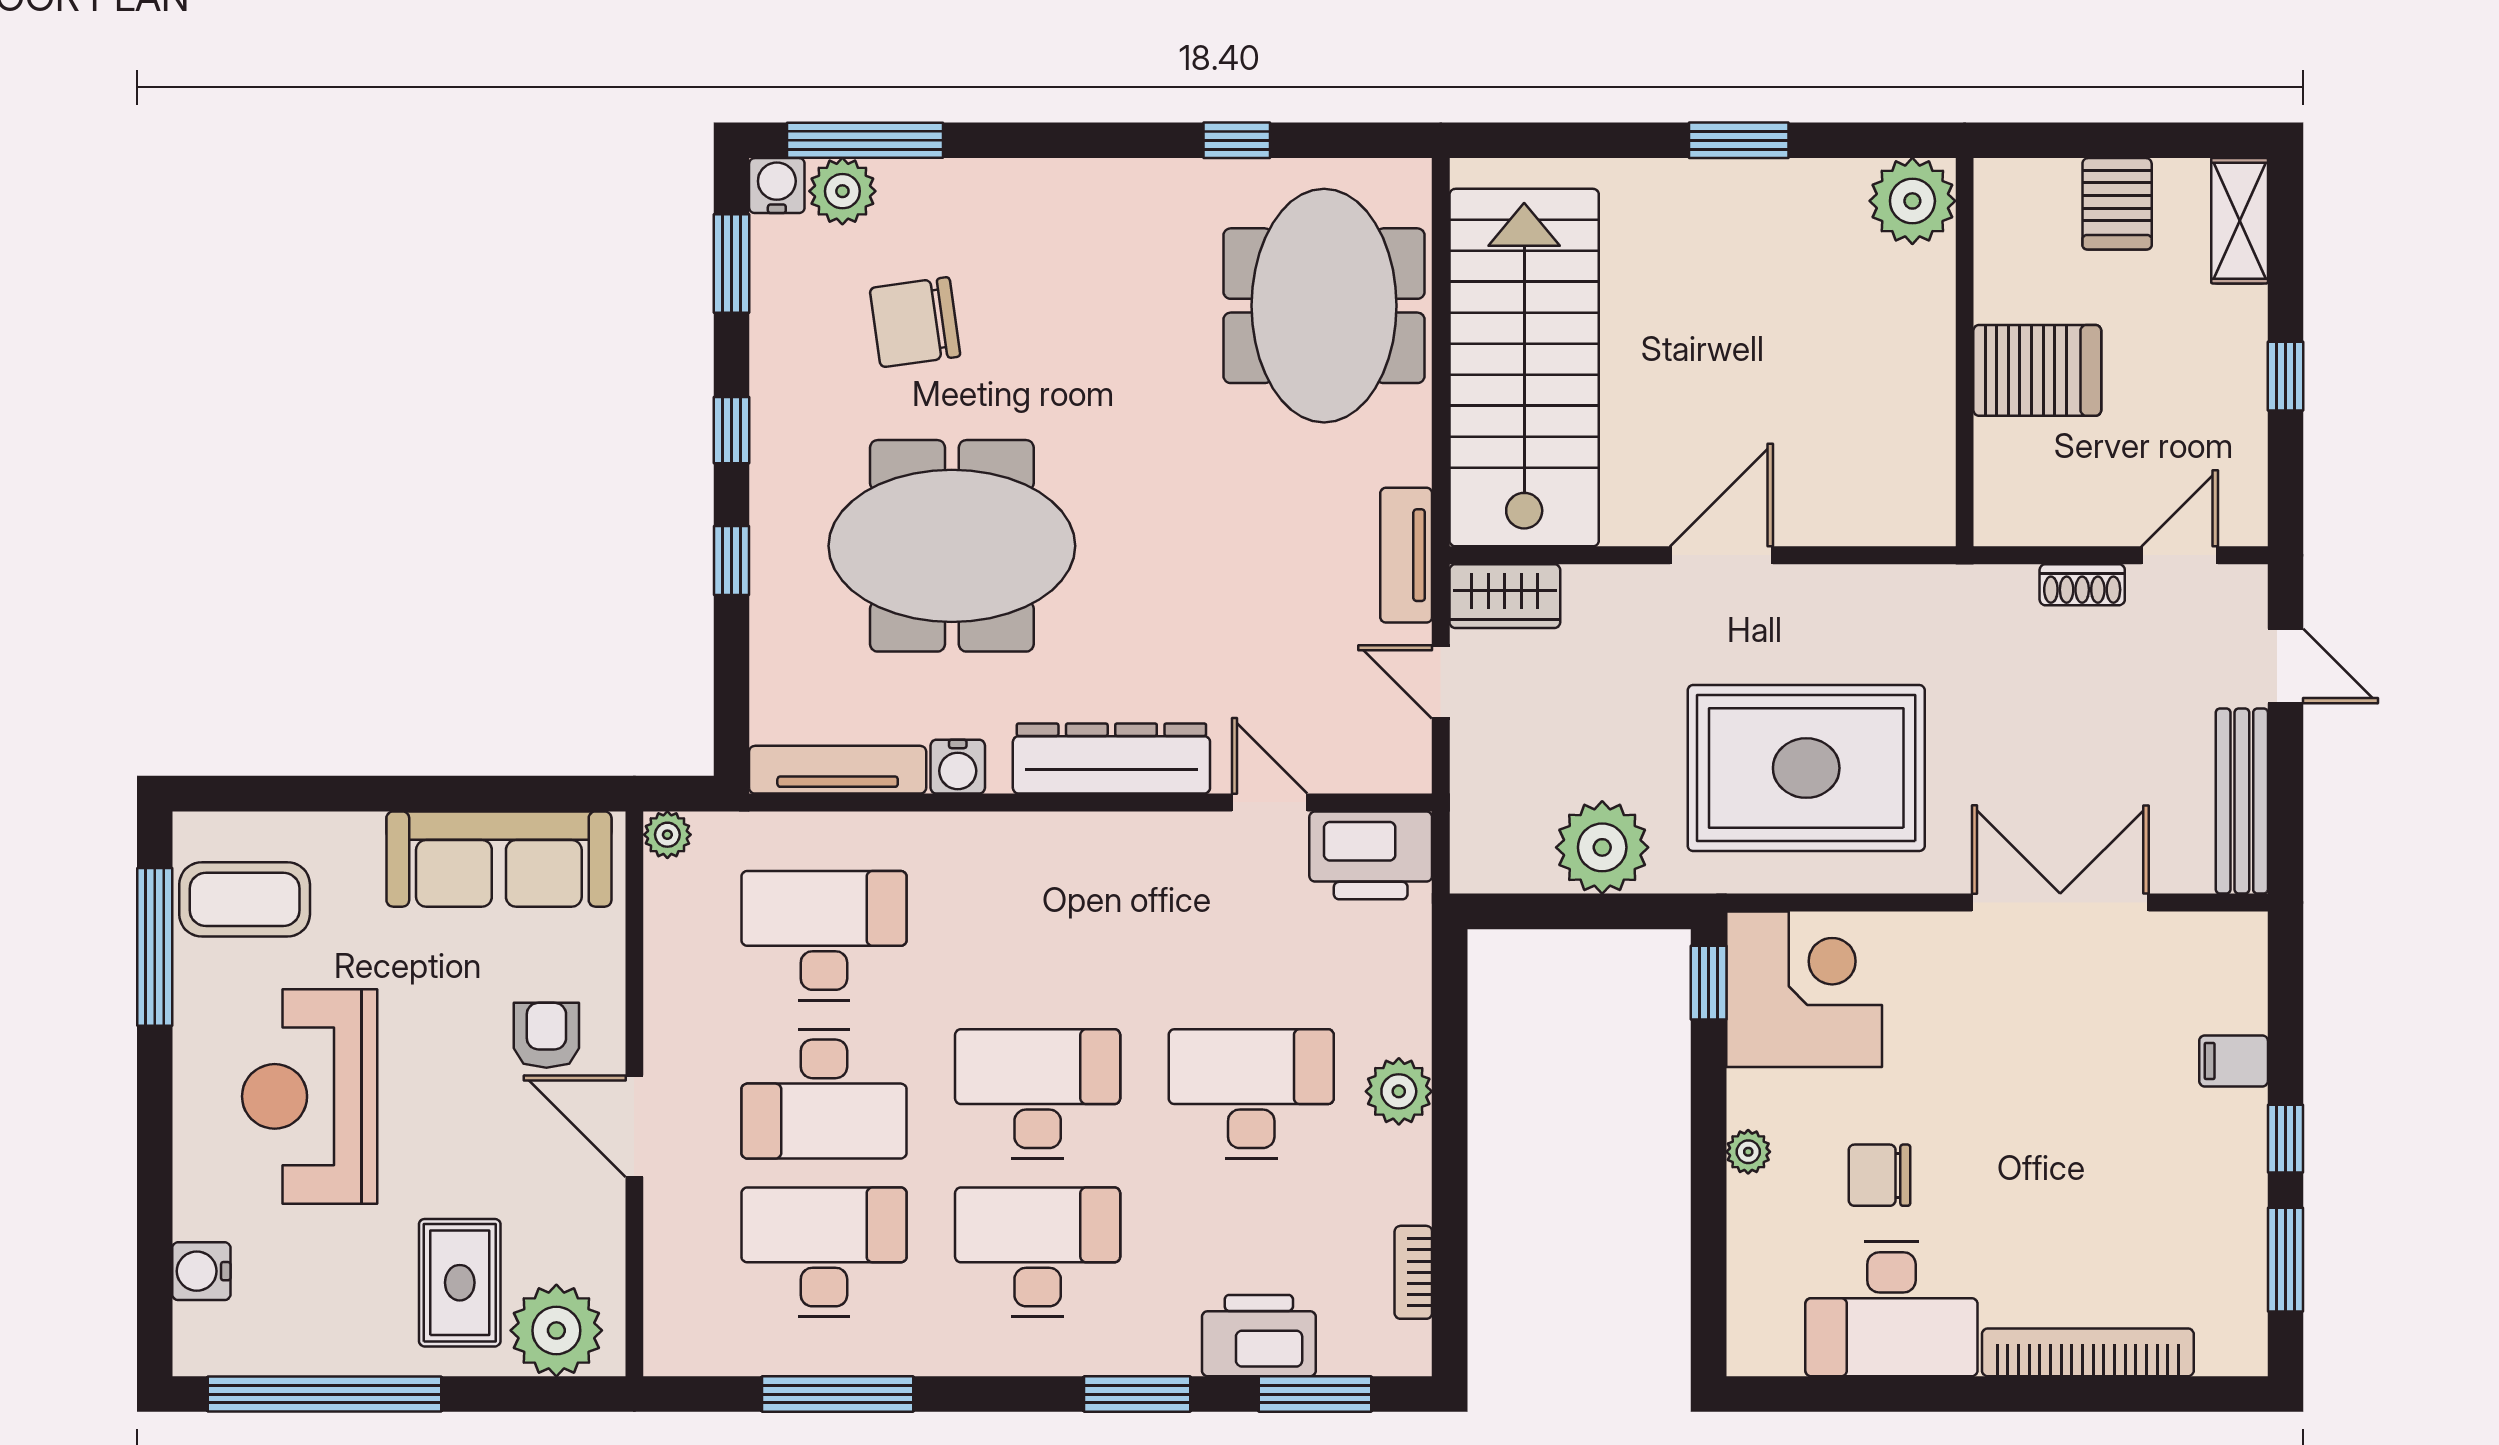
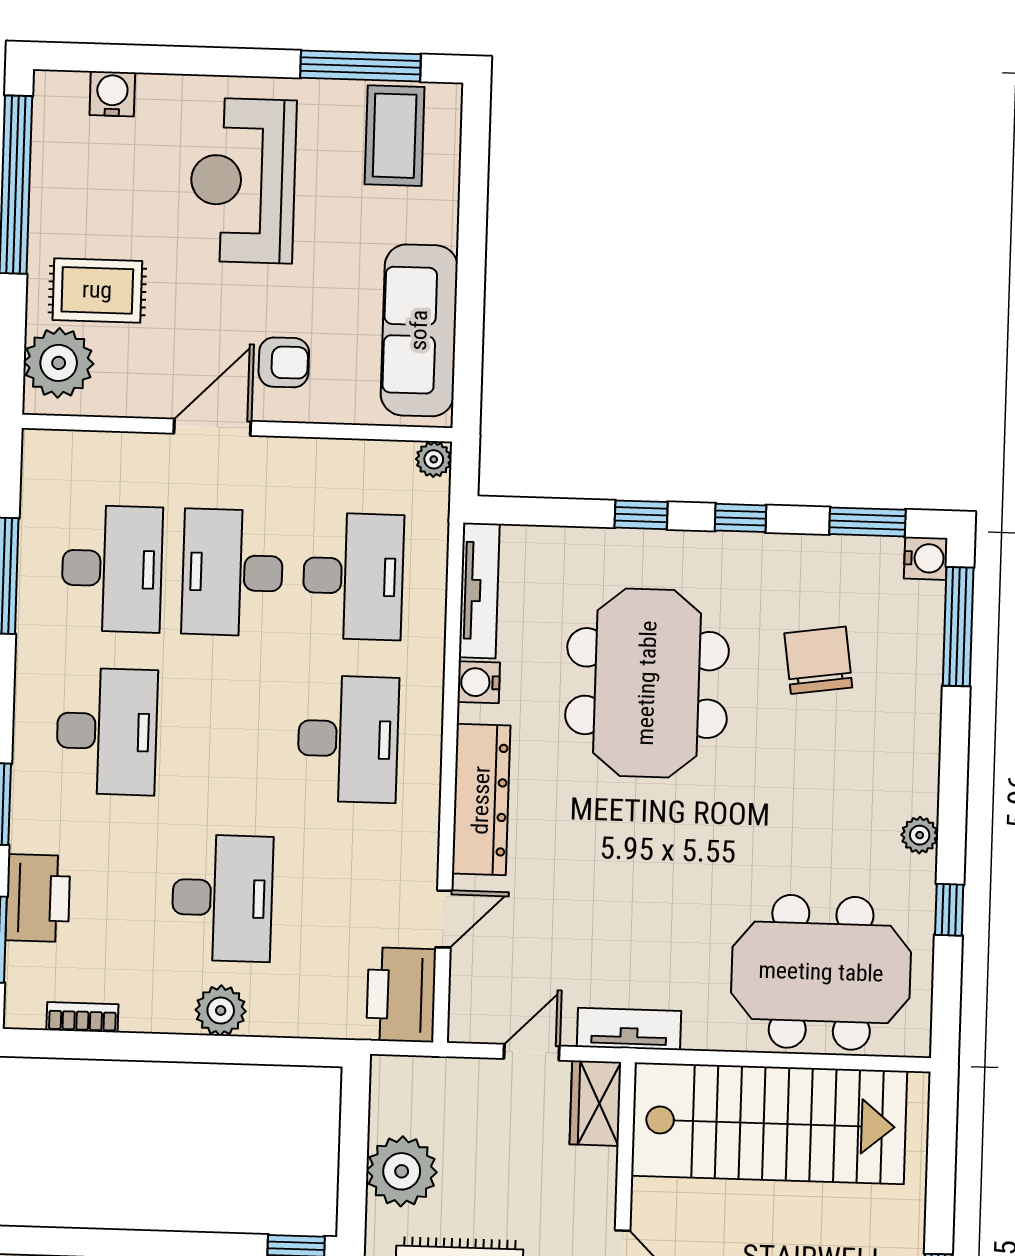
plant: (842, 191) -> (920, 835), moved, width x0.73, depth x0.73
desk: (1038, 1094) -> (348, 739), moved
reception desk: (310, 1096) -> (243, 181), turned -90

